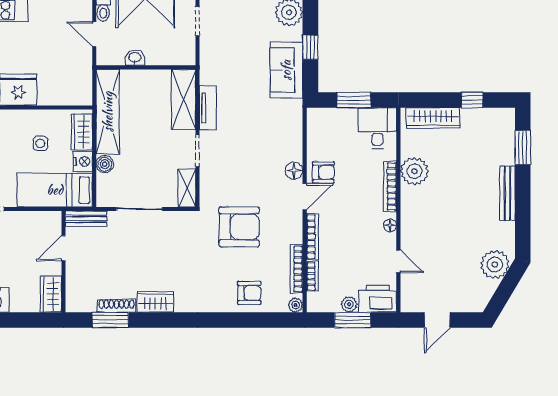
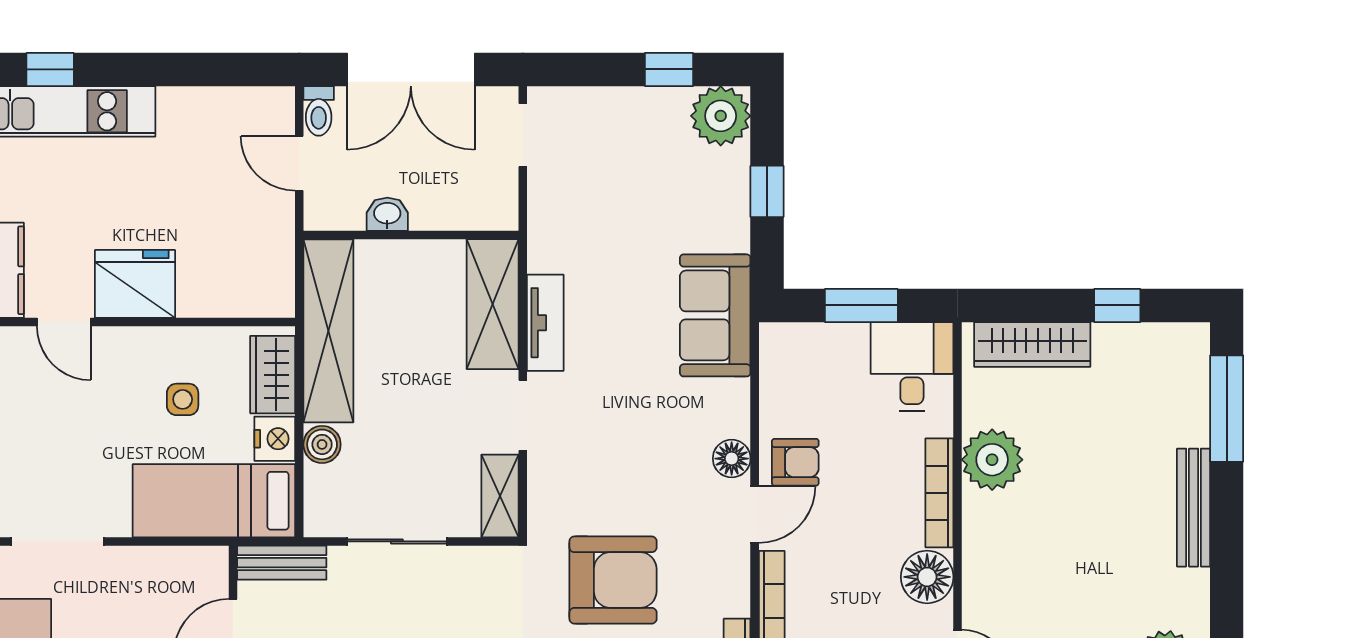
sofa: (286, 70) -> (715, 315), moved
window: (523, 148) -> (1227, 409), width x1.44
floor lamp: (390, 225) -> (927, 577), width x1.89, depth x1.89

